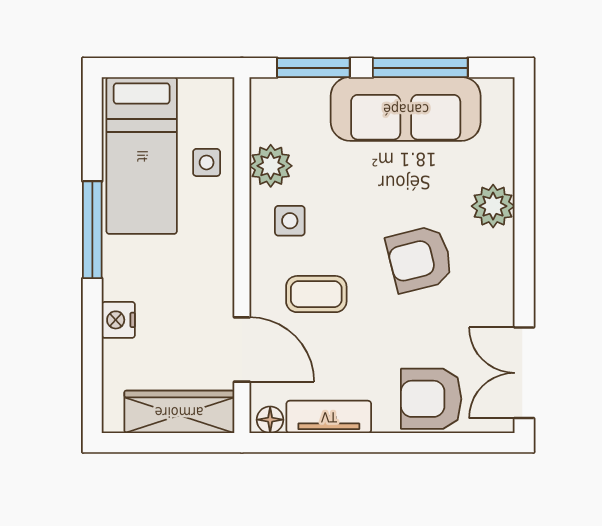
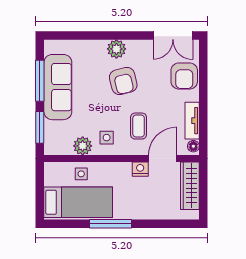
plant: (493, 206) -> (116, 49), moved
nightstand: (118, 320) -> (140, 169), moved, turned 180

